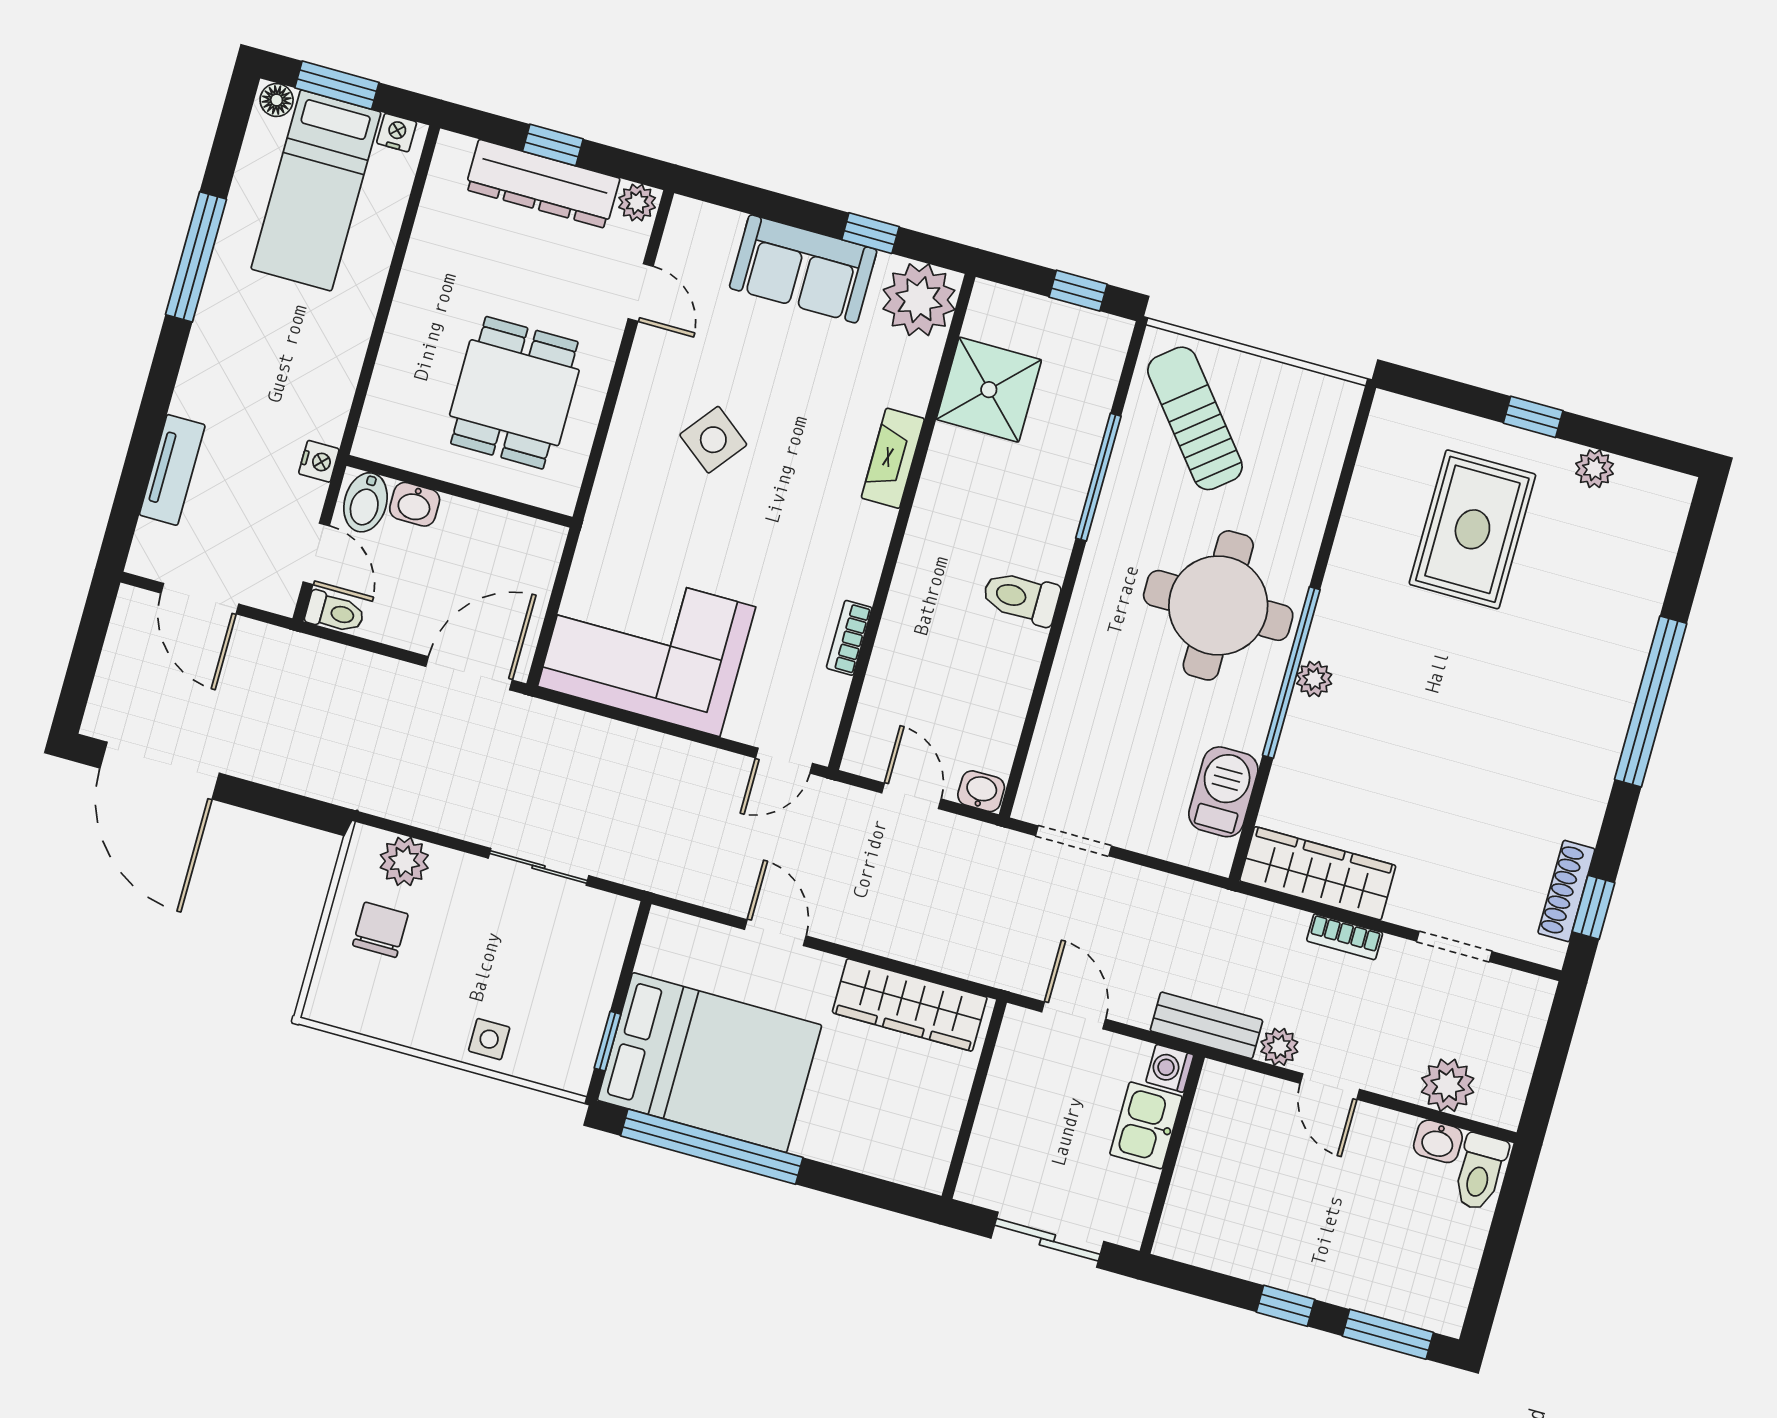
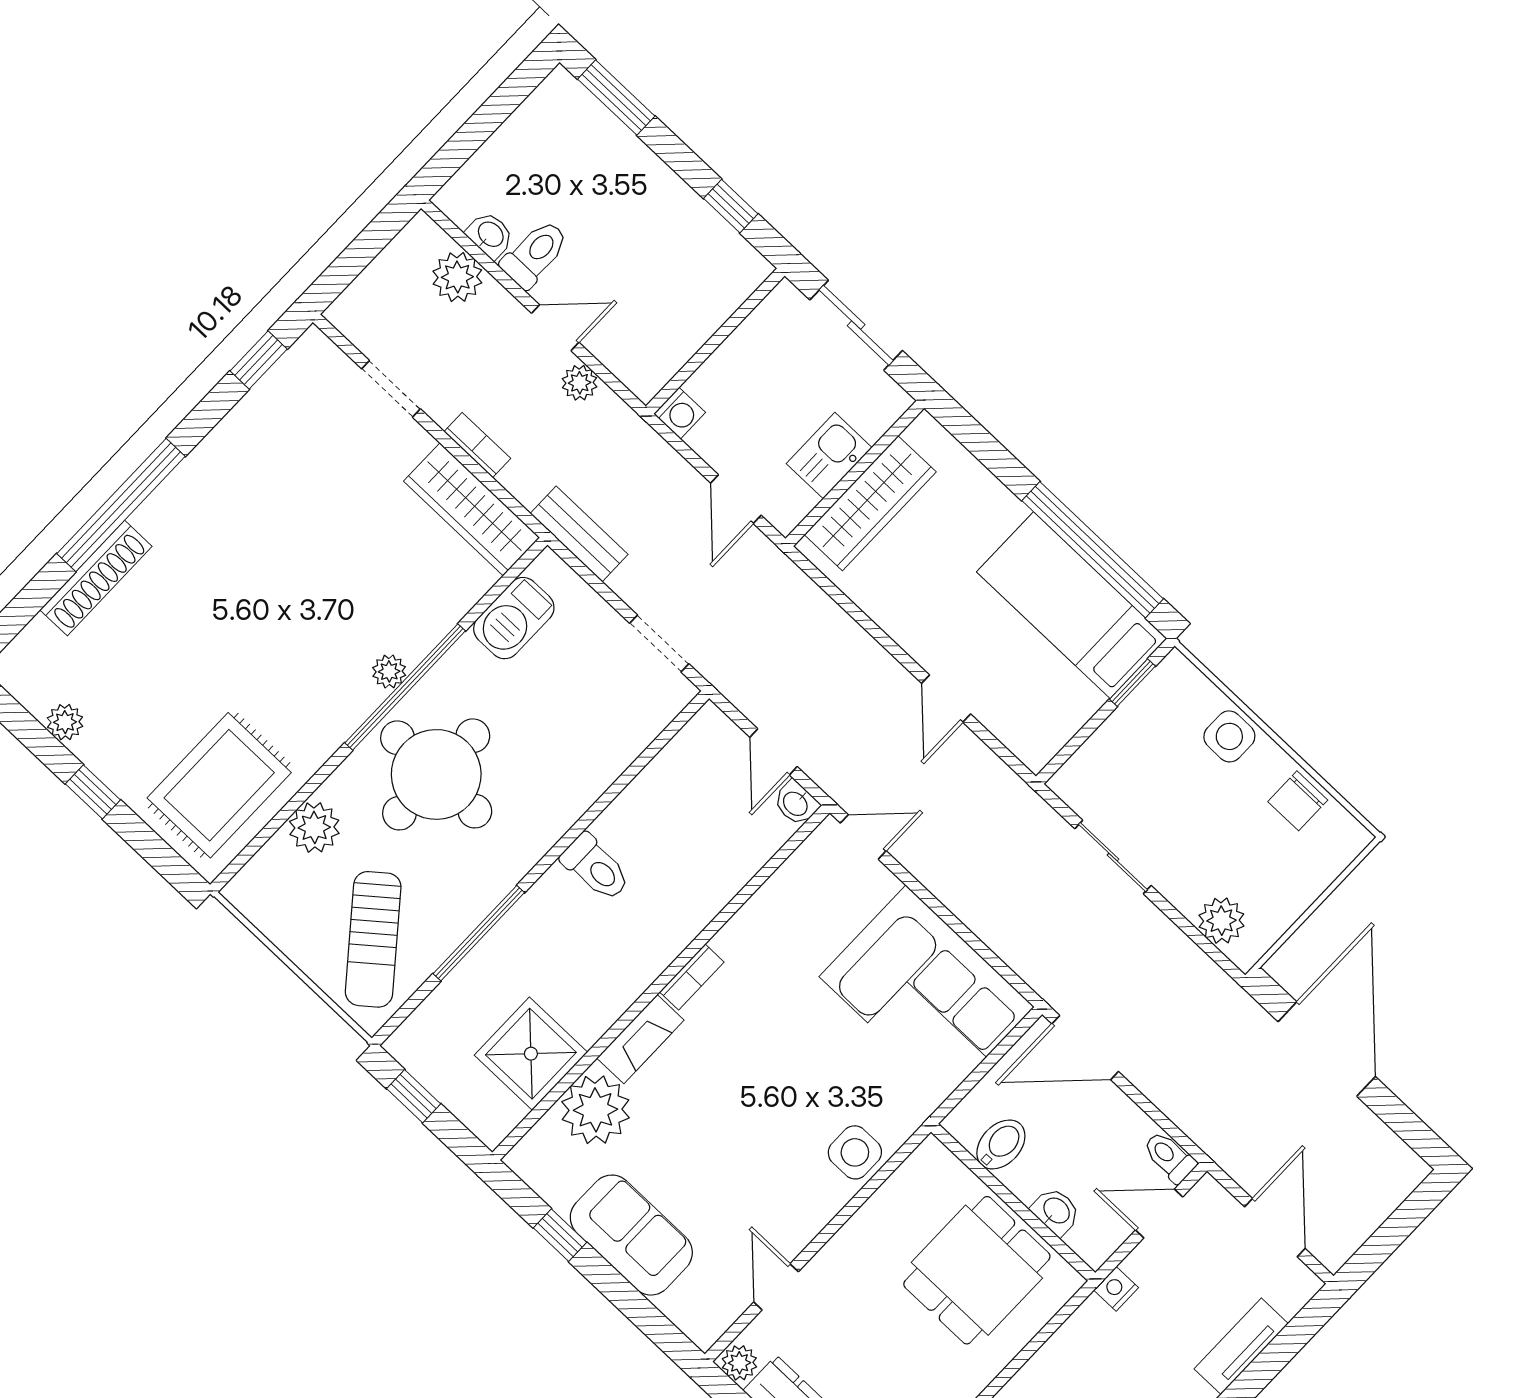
plant: (919, 300) -> (596, 1110), moved
dining table: (514, 393) -> (977, 1270), moved
side table: (713, 440) -> (855, 1152), moved, turned -38
plant: (1307, 494) -> (314, 827), added
bidet: (365, 502) -> (1001, 1144), moved
rug: (1472, 529) -> (219, 785), moved
door: (316, 554) -> (1159, 1213), hinge flipped
bookcase: (849, 638) -> (692, 977), moved
door: (160, 771) -> (1327, 1049), moved
washbasin: (981, 791) -> (796, 803), moved
shoe rack: (1566, 891) -> (96, 578), moved, width x1.36, depth x1.24
chair: (380, 930) -> (1298, 801), moved
wardrobe: (910, 1005) -> (870, 503), moved, turned 90
bench: (1206, 1025) -> (579, 534), moved
side table: (489, 1039) -> (1229, 736), width x1.37, depth x1.37
bed: (709, 1063) -> (1072, 605), width x0.67
door: (1330, 1086) -> (555, 328), hinge flipped
kitchen sink: (1146, 1125) -> (829, 456), moved, turned 180
toilet: (1480, 1172) -> (535, 254), moved
window: (1285, 1306) -> (731, 206), moved

